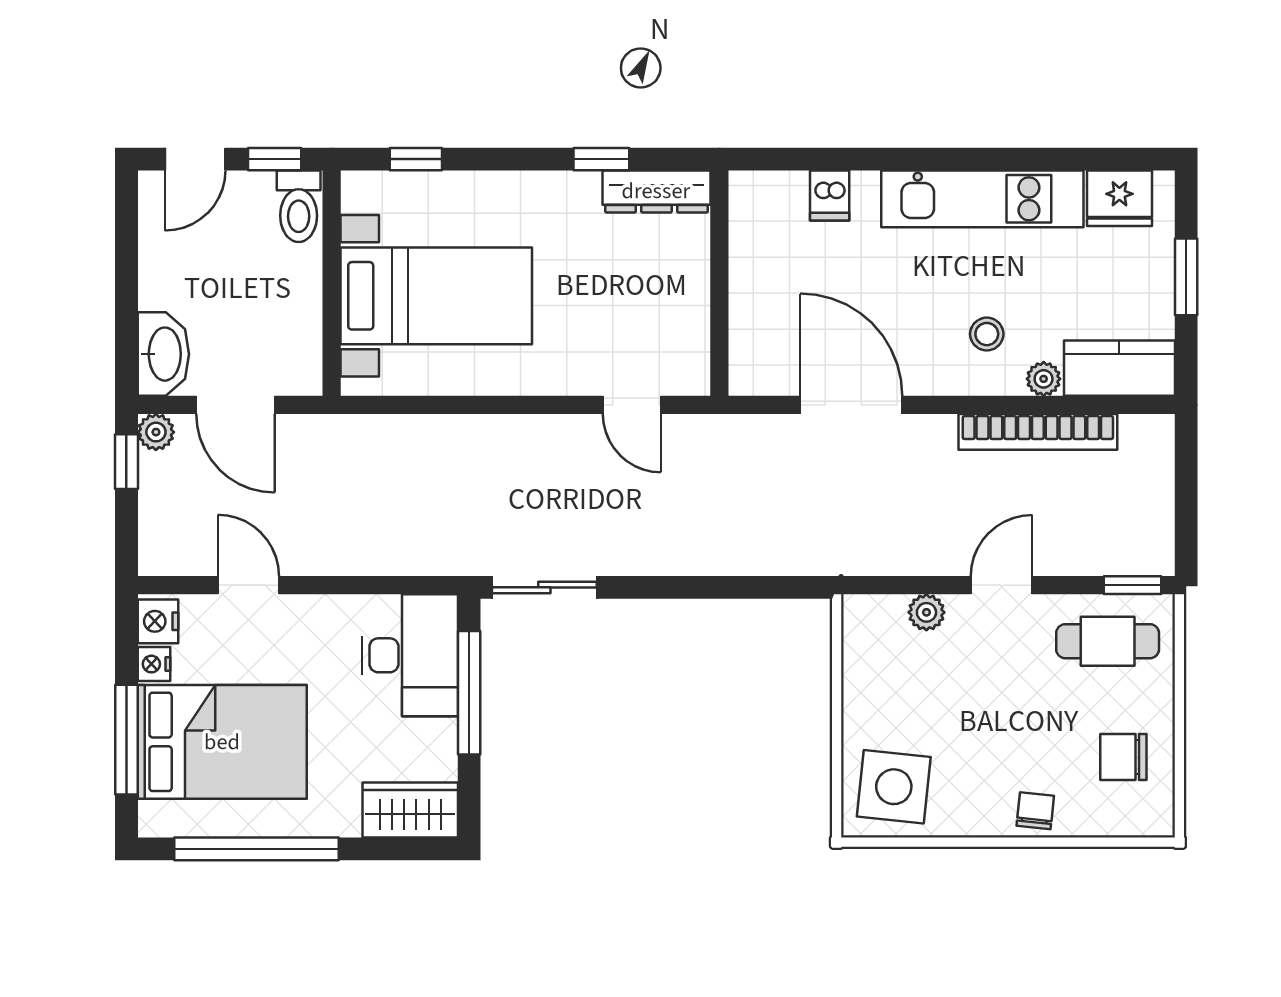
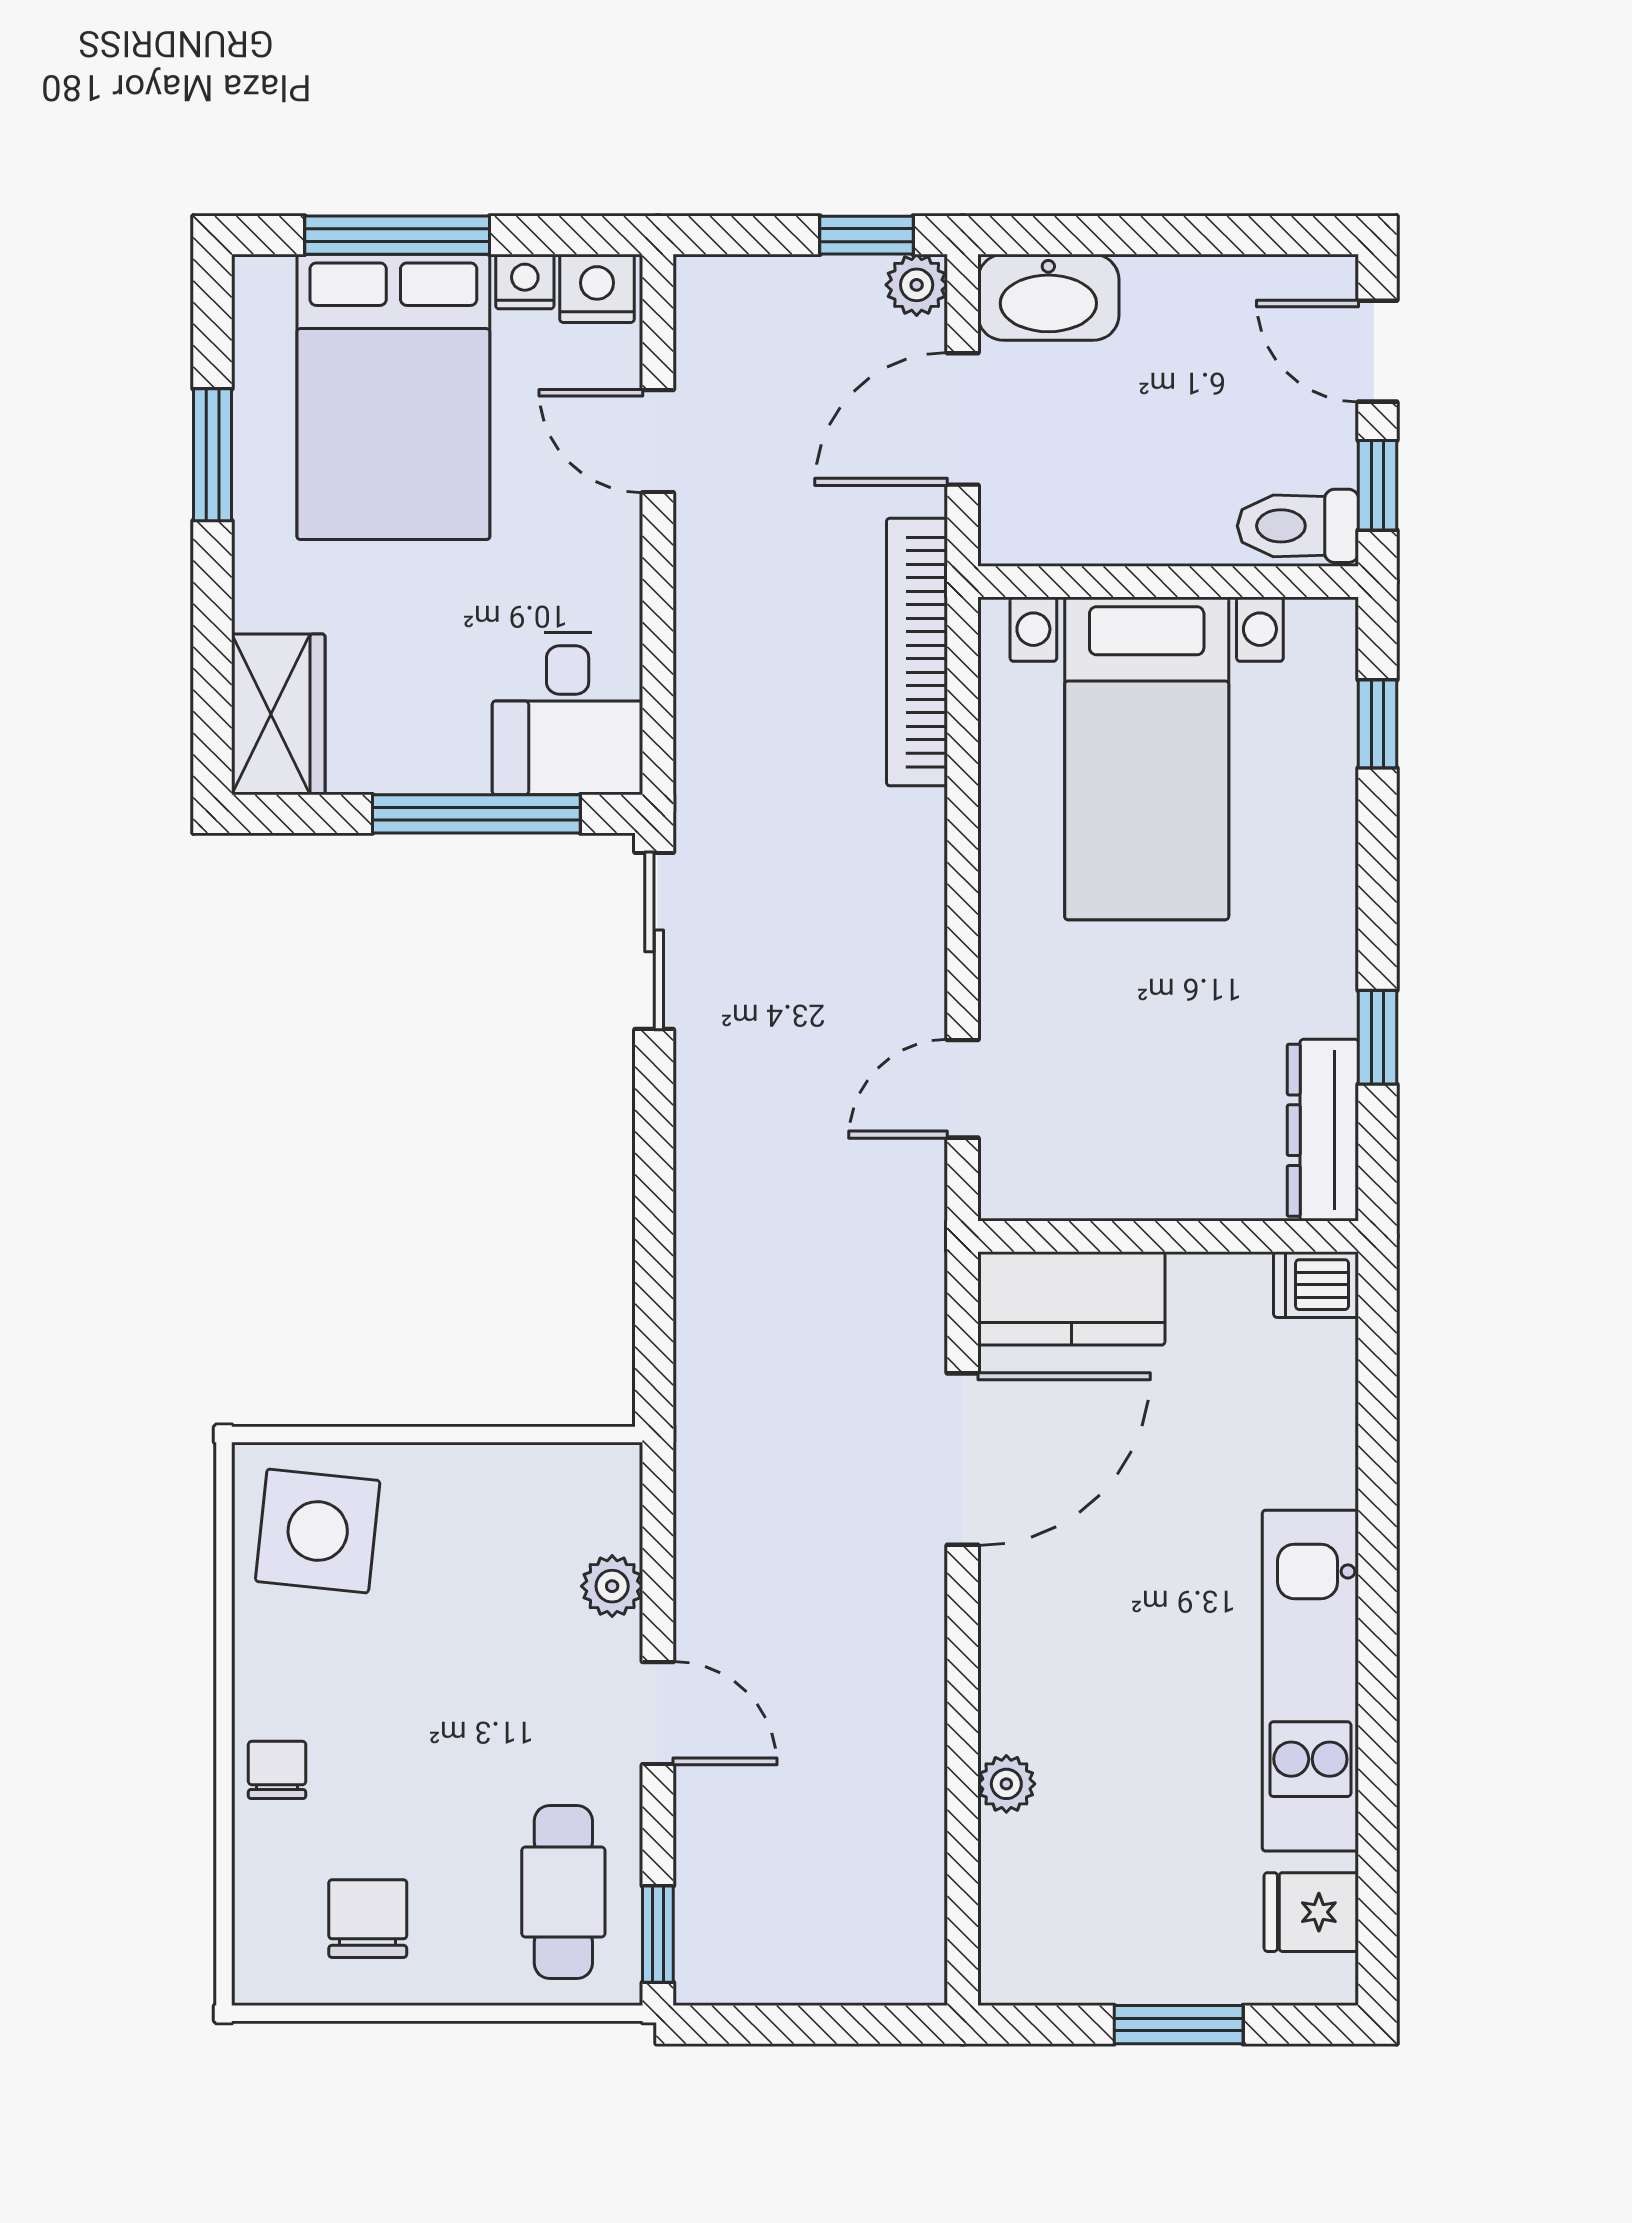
dishwasher: (830, 195) -> (1316, 1285), moved
fridge: (1119, 198) -> (1311, 1912), width x0.72
stool: (987, 334) -> (1082, 1688), removed
kitchen counter: (1119, 368) -> (1071, 1298), moved, turned 90
bookcase: (1038, 432) -> (917, 652), moved
door: (248, 585) -> (658, 441), swing flipped
desk: (410, 655) -> (568, 714), width x0.73
chair: (1035, 811) -> (277, 1770), turned -96
window: (256, 849) -> (213, 455), width x0.47

